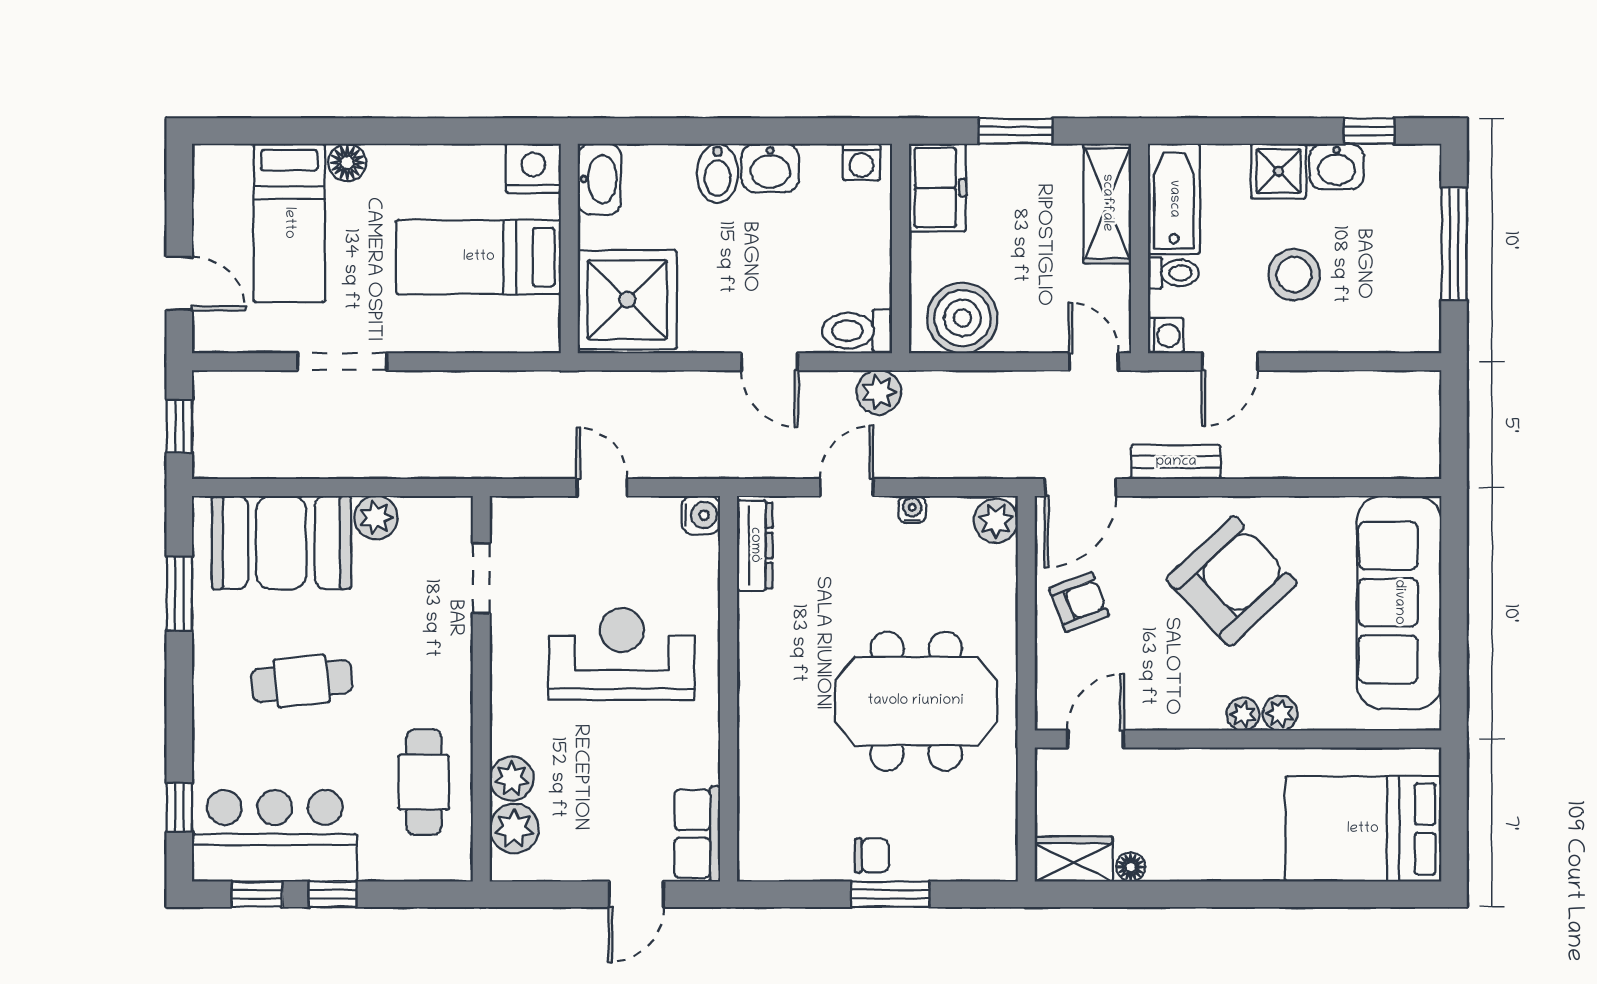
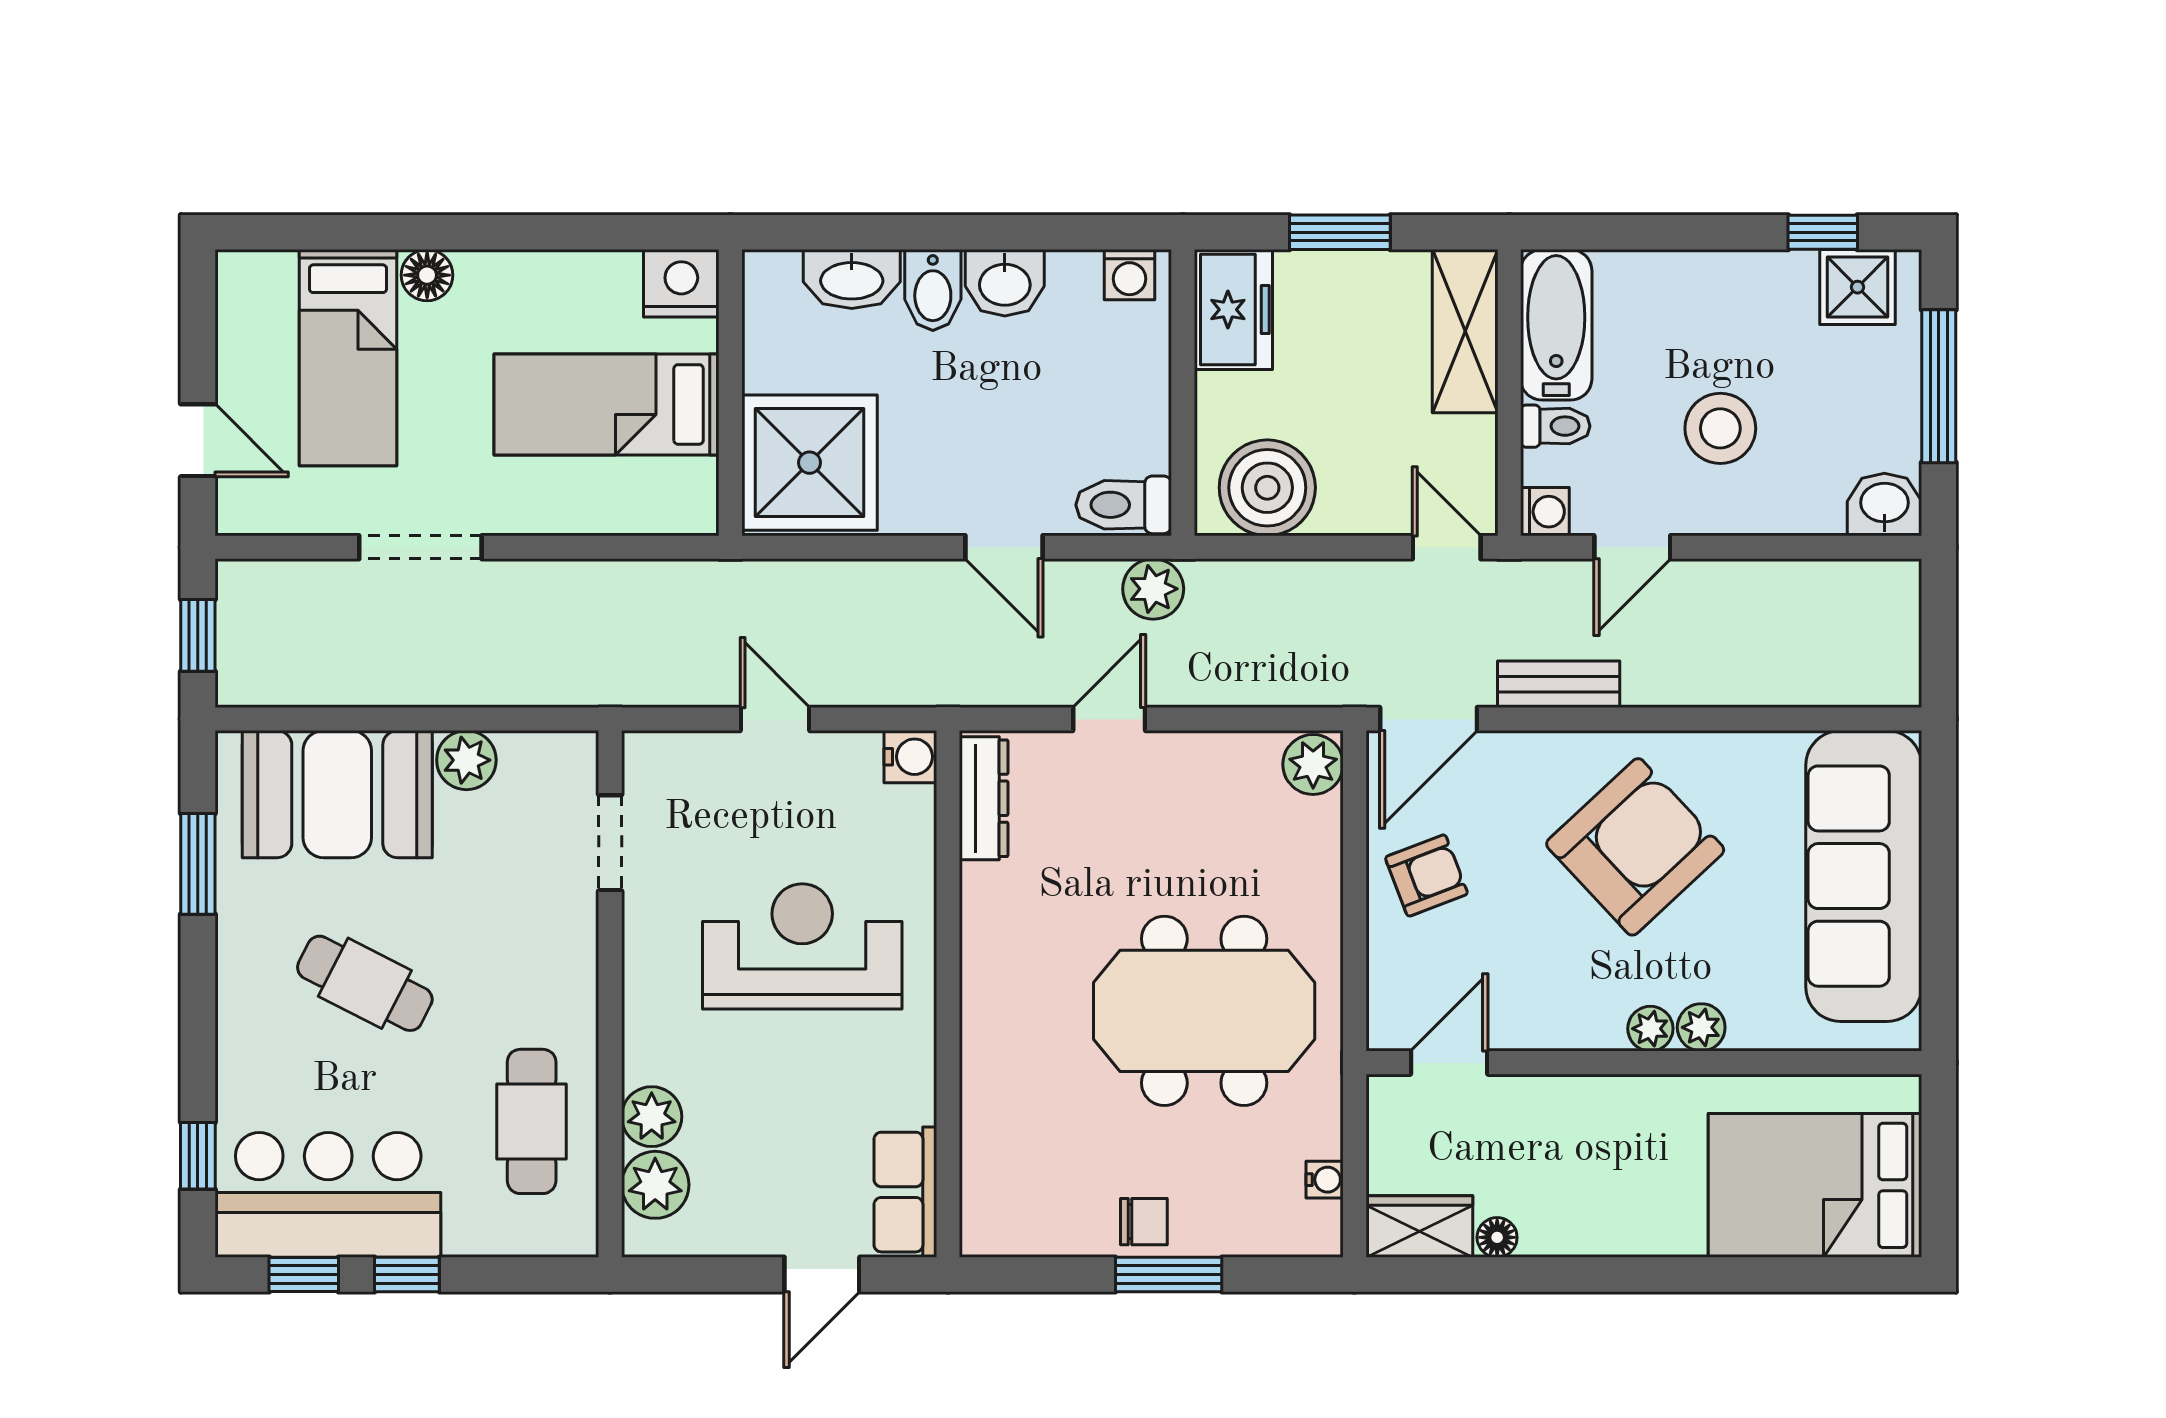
washbasin: (1337, 167) -> (1884, 504), moved, turned 180
shower: (1278, 171) -> (1858, 287), moved
washbasin: (599, 179) -> (852, 279), moved, turned 90
water cooler: (912, 509) -> (1325, 1180), moved, turned 90
cafe table: (302, 681) -> (365, 983), turned 33

